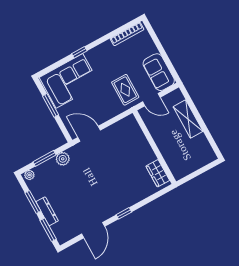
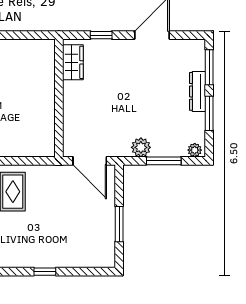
corner sofa: (69, 81) -> (78, 242), removed
wall: (154, 147) -> (59, 98), moved
wardrobe: (158, 173) -> (73, 62), moved

